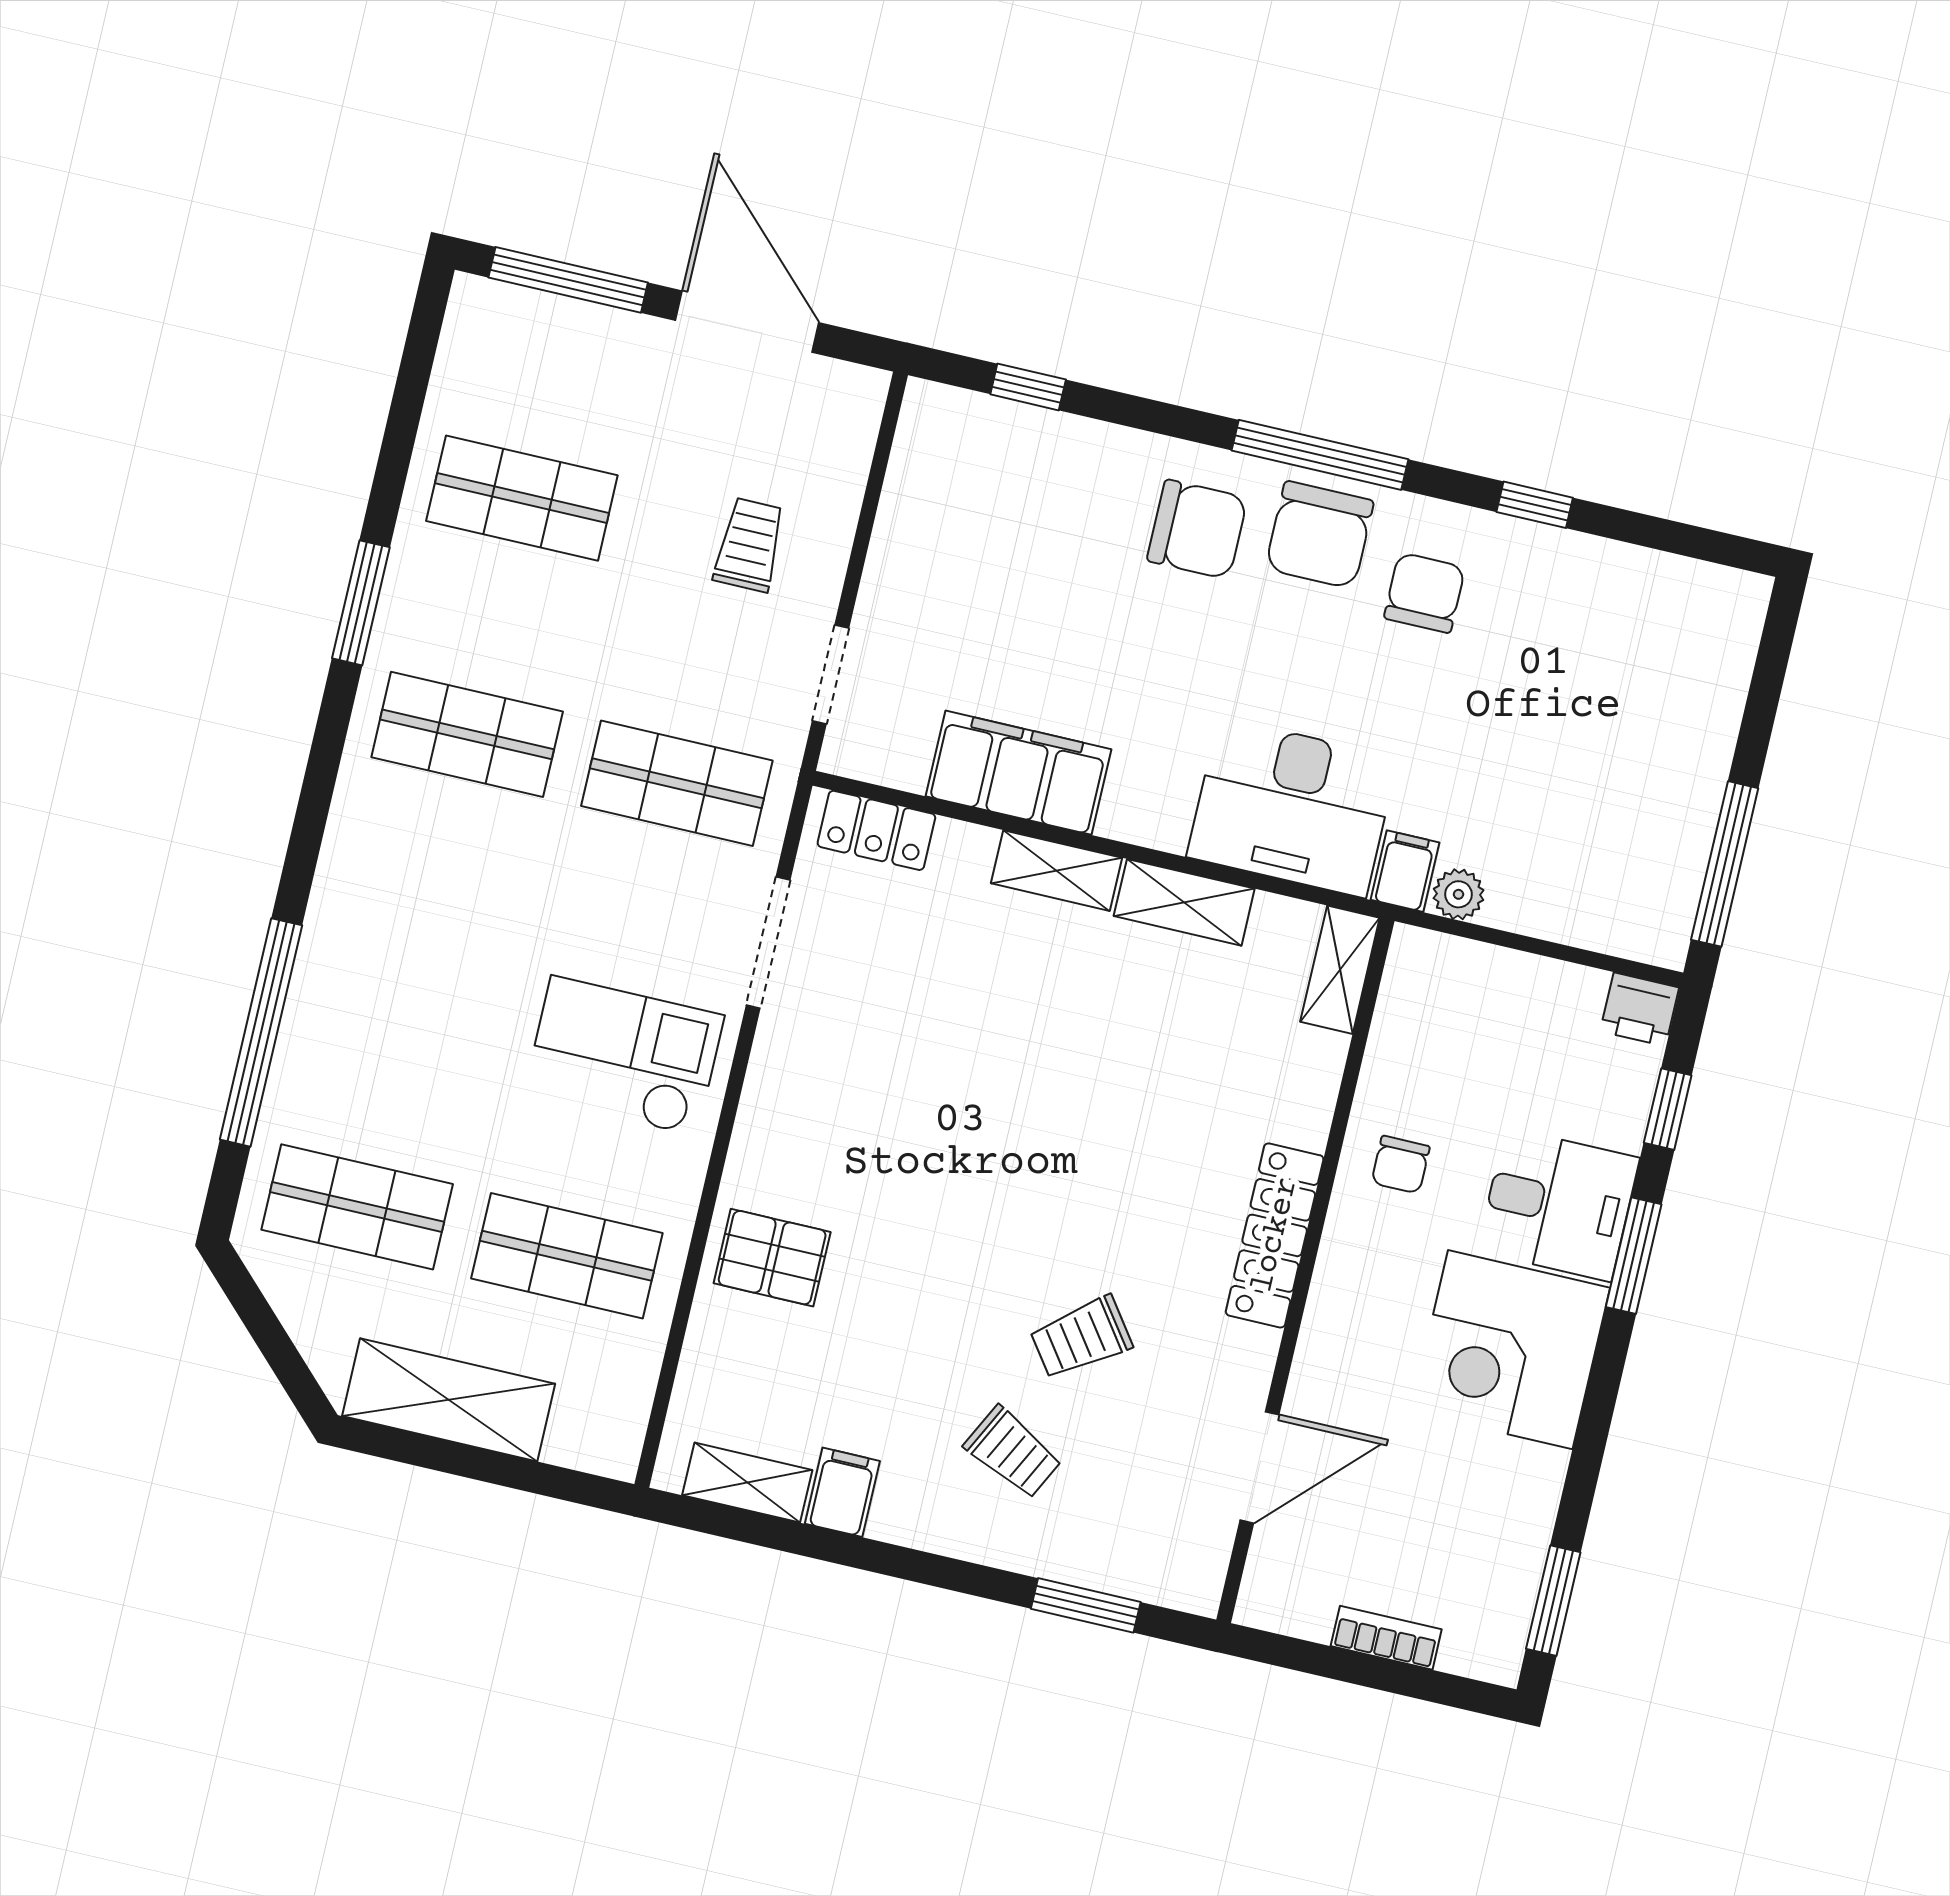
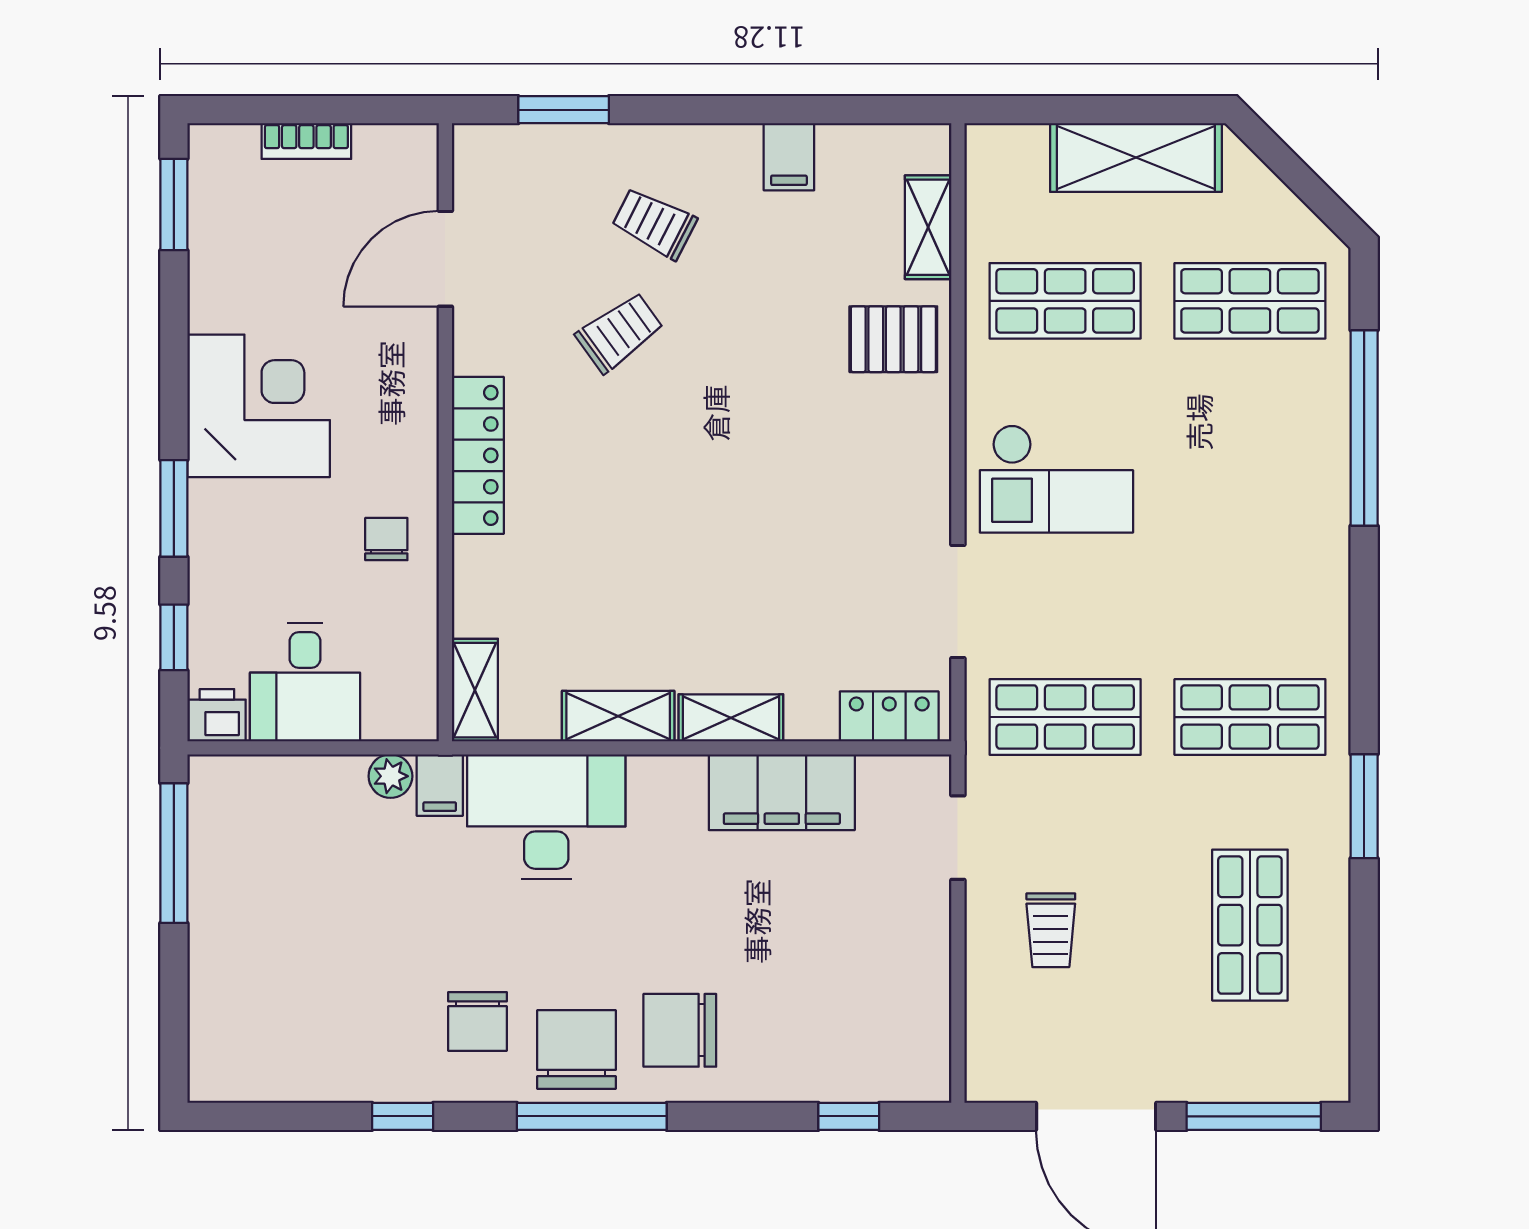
shop shelf: (522, 498) -> (1250, 925), turned 90
desk: (1558, 1205) -> (305, 682), moved, turned -90
shelving: (747, 1483) -> (928, 227), moved, turned 90

